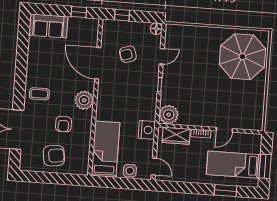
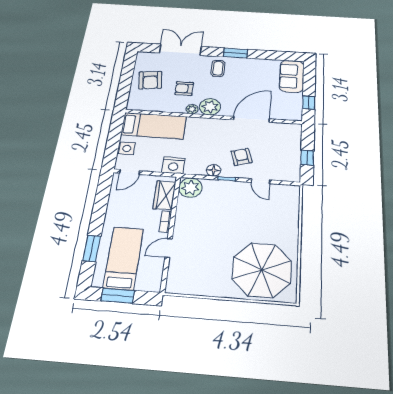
window: (122, 15) -> (307, 158), moved
floor lamp: (156, 29) -> (214, 170), moved
armchair: (128, 54) -> (241, 157), moved
window: (20, 78) -> (236, 53), added
plant: (87, 116) -> (192, 109), added
door: (224, 130) -> (169, 248), hinge flipped

